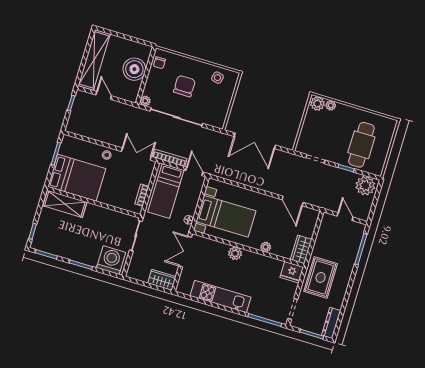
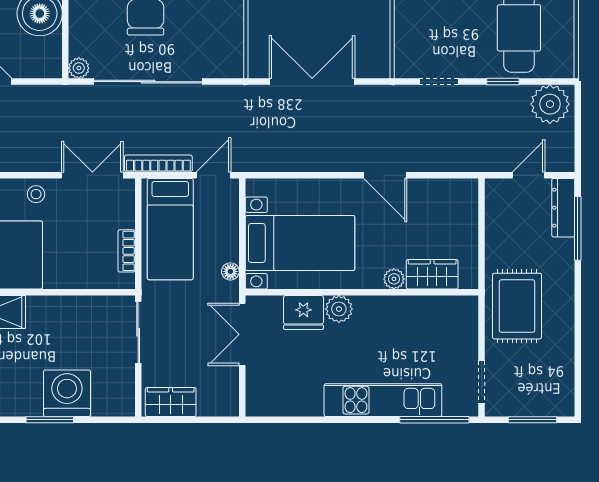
double door: (255, 141) -> (312, 82), swing flipped
door: (194, 171) -> (213, 175), hinge flipped
door: (293, 201) -> (385, 175), moved
door: (345, 217) -> (529, 175), hinge flipped
wardrobe: (301, 249) -> (432, 274), moved, turned 90
washing machine: (111, 260) -> (67, 393), moved
fridge: (292, 272) -> (303, 313), moved
wardrobe: (162, 280) -> (171, 402), moved
kitchen unit: (220, 296) -> (383, 400), moved
dresser: (331, 323) -> (563, 208), moved

